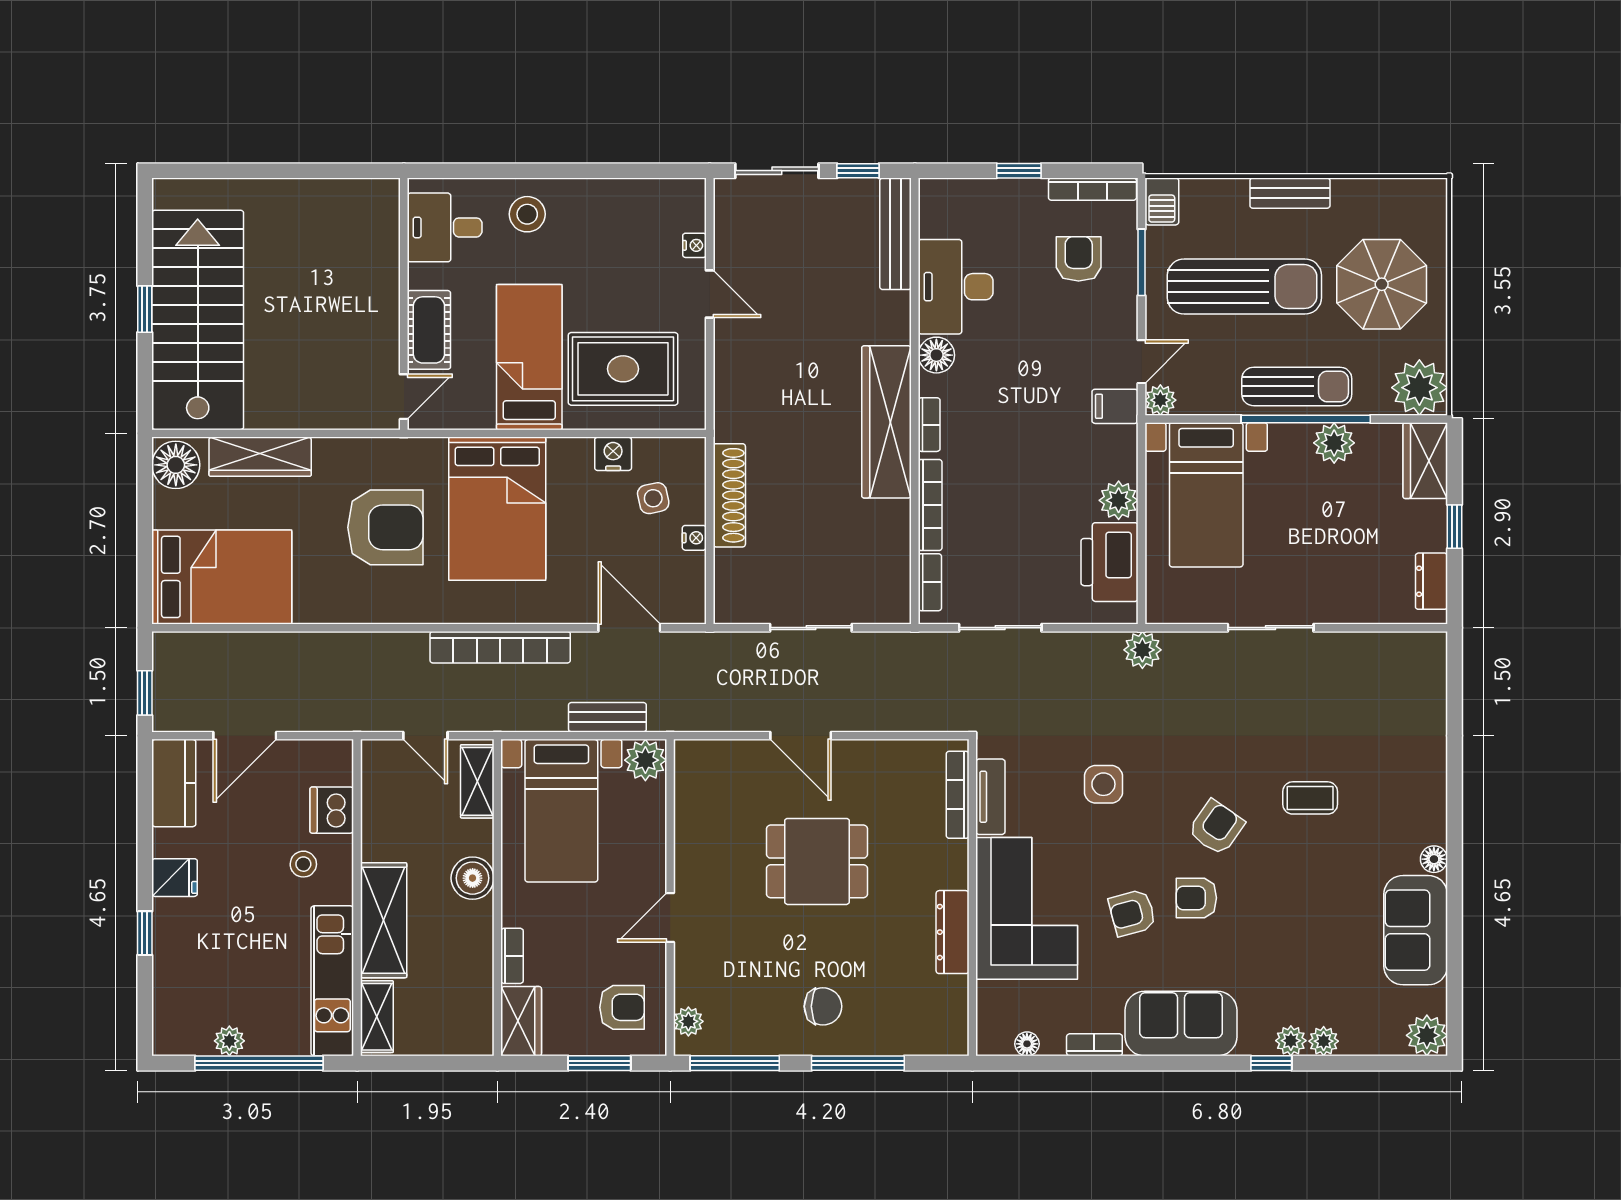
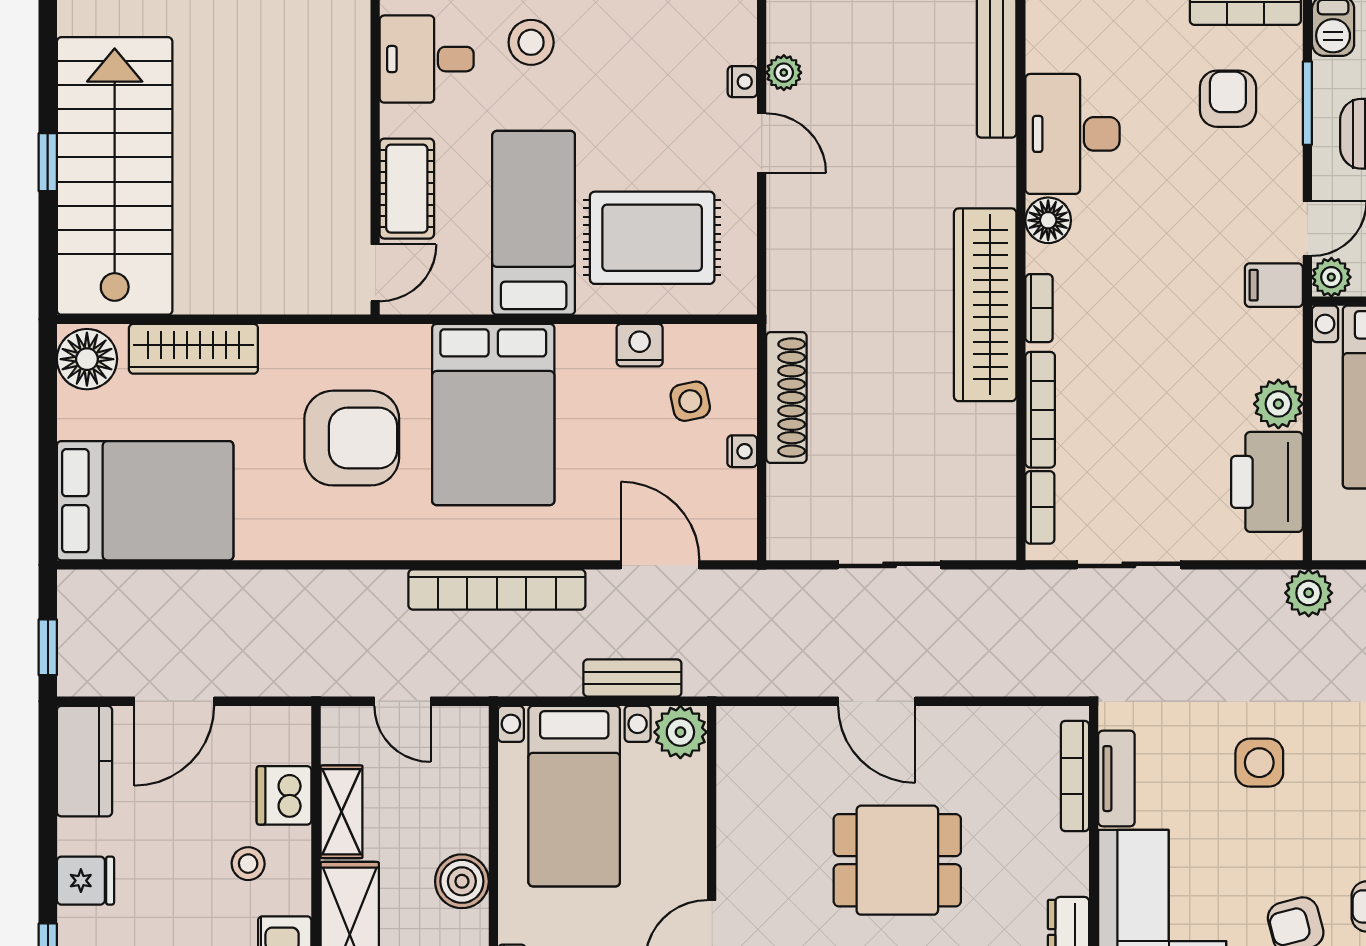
plant: (727, 238) -> (784, 73), added
shelving: (477, 781) -> (341, 812), moved

